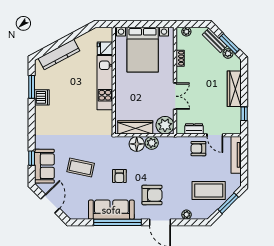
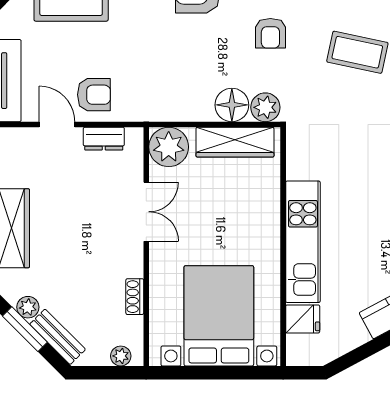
double door: (175, 96) -> (146, 212), swing flipped
plant: (152, 143) -> (265, 107), moved
armchair: (119, 176) -> (270, 33), turned 180

